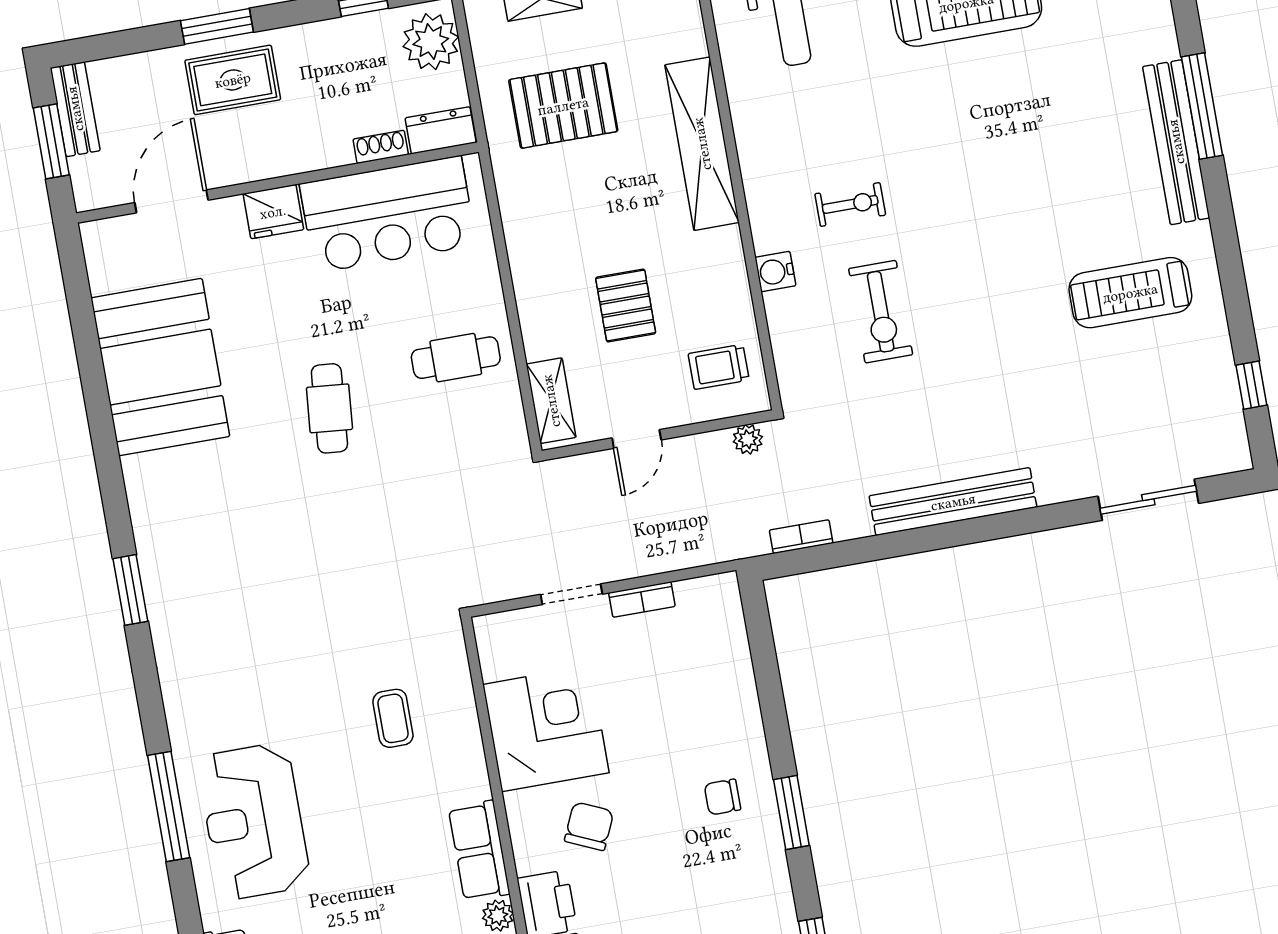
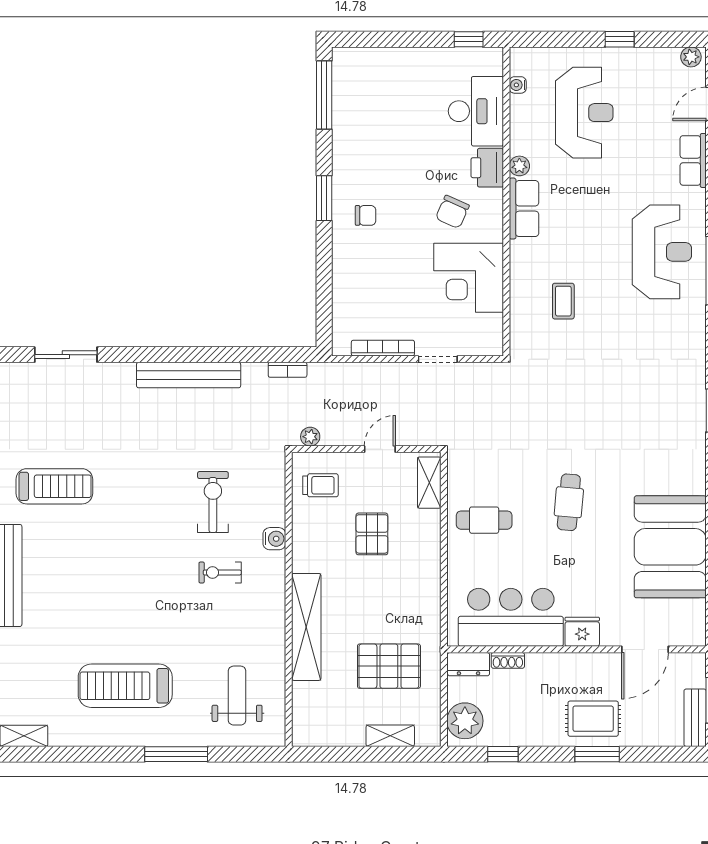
bookcase: (642, 599) -> (383, 348), width x1.56

